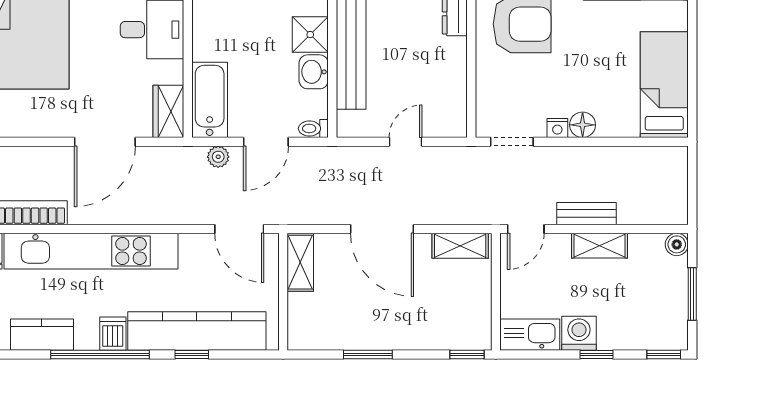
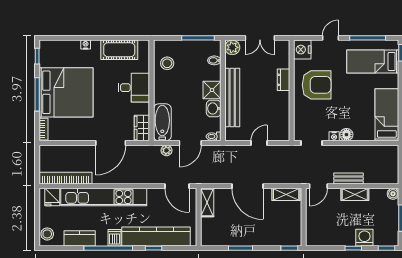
washing machine: (579, 333) -> (364, 238), moved
kitchen sink: (530, 335) -> (320, 238), removed

